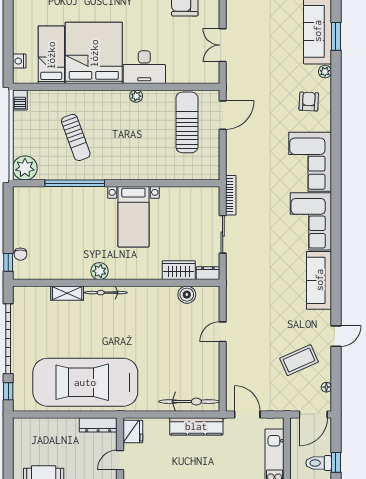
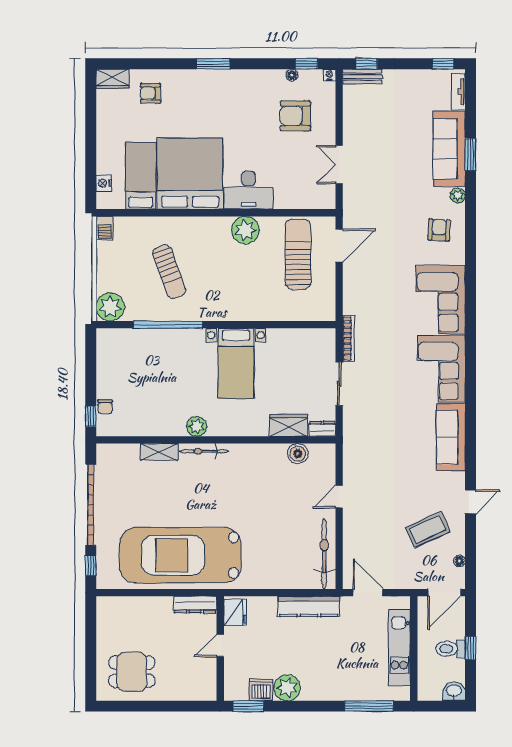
plant: (136, 96) -> (245, 230), width x1.88, depth x1.88
bicycle: (189, 402) -> (324, 554), moved, turned -90

